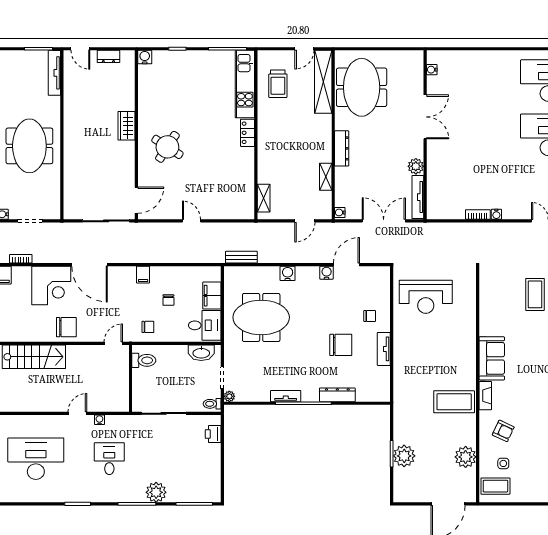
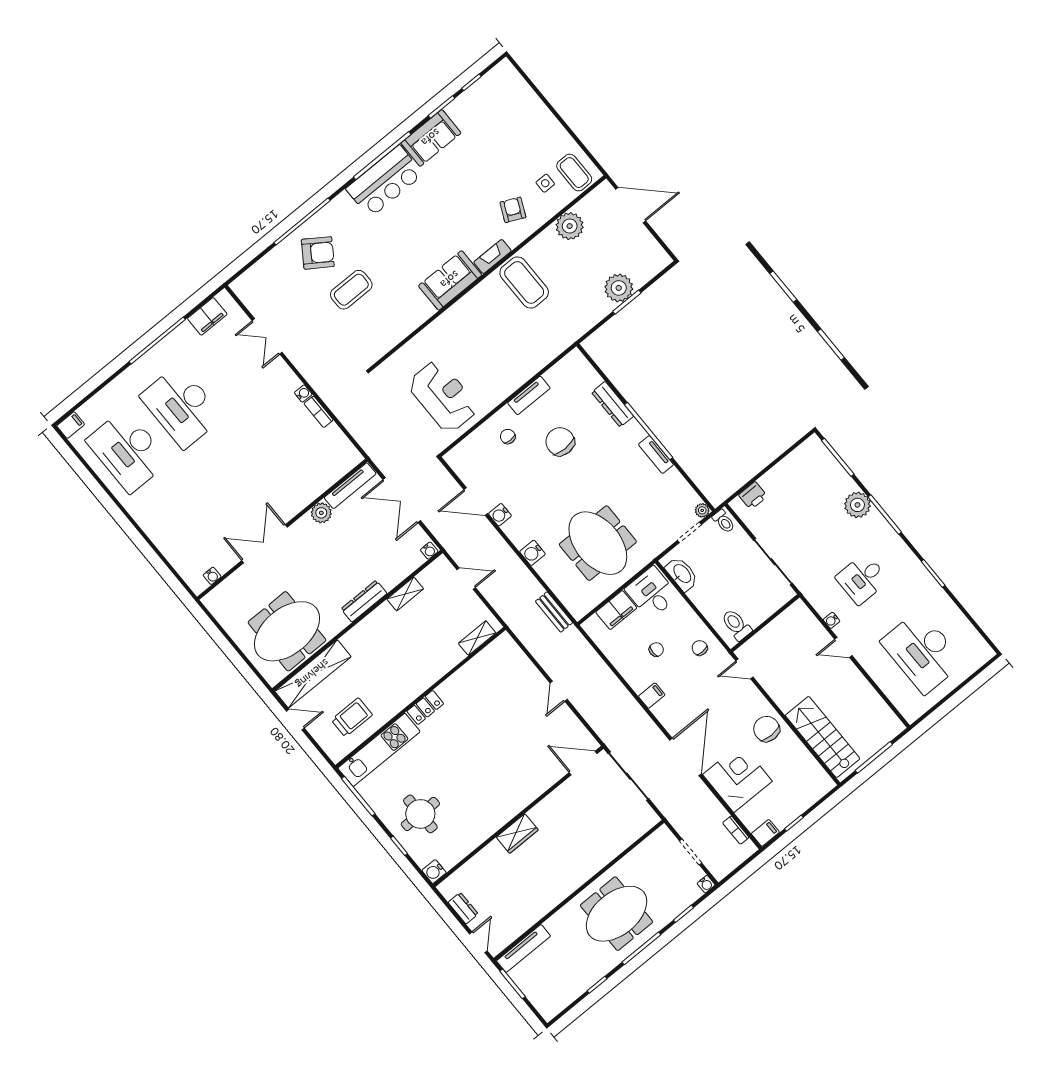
round table: (167, 147) -> (420, 814), moved, turned -33

